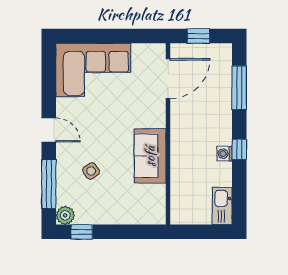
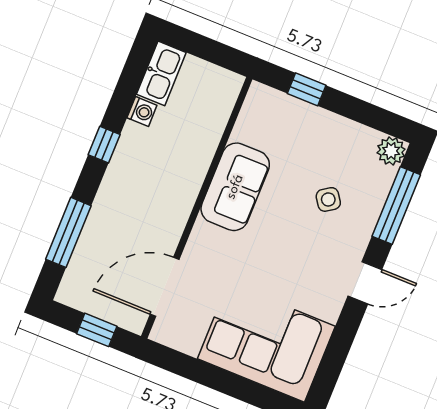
door: (49, 130) -> (365, 283), swing flipped
washing machine: (225, 154) -> (142, 111), moved
window: (82, 232) -> (307, 89), moved

